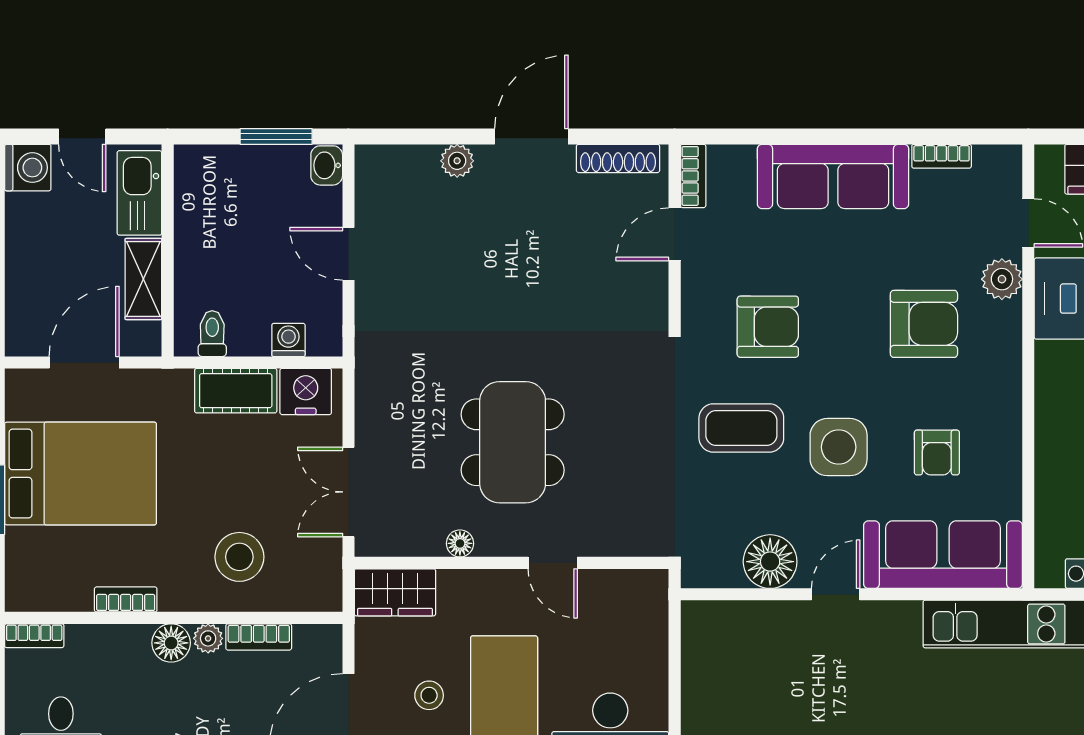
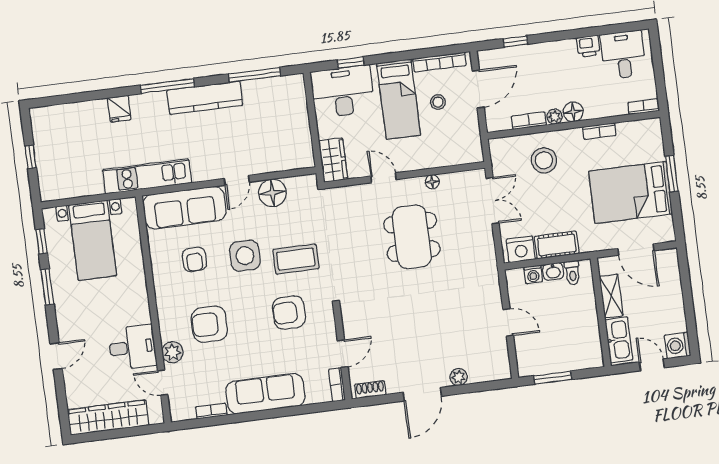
shoe rack: (618, 158) -> (370, 390), width x0.70
washbasin: (327, 165) -> (553, 271), moved, turned 90
door: (84, 362) -> (636, 250), hinge flipped
armchair: (937, 452) -> (194, 259), turned 180
wardrobe: (395, 592) -> (333, 160), moved, turned 90

